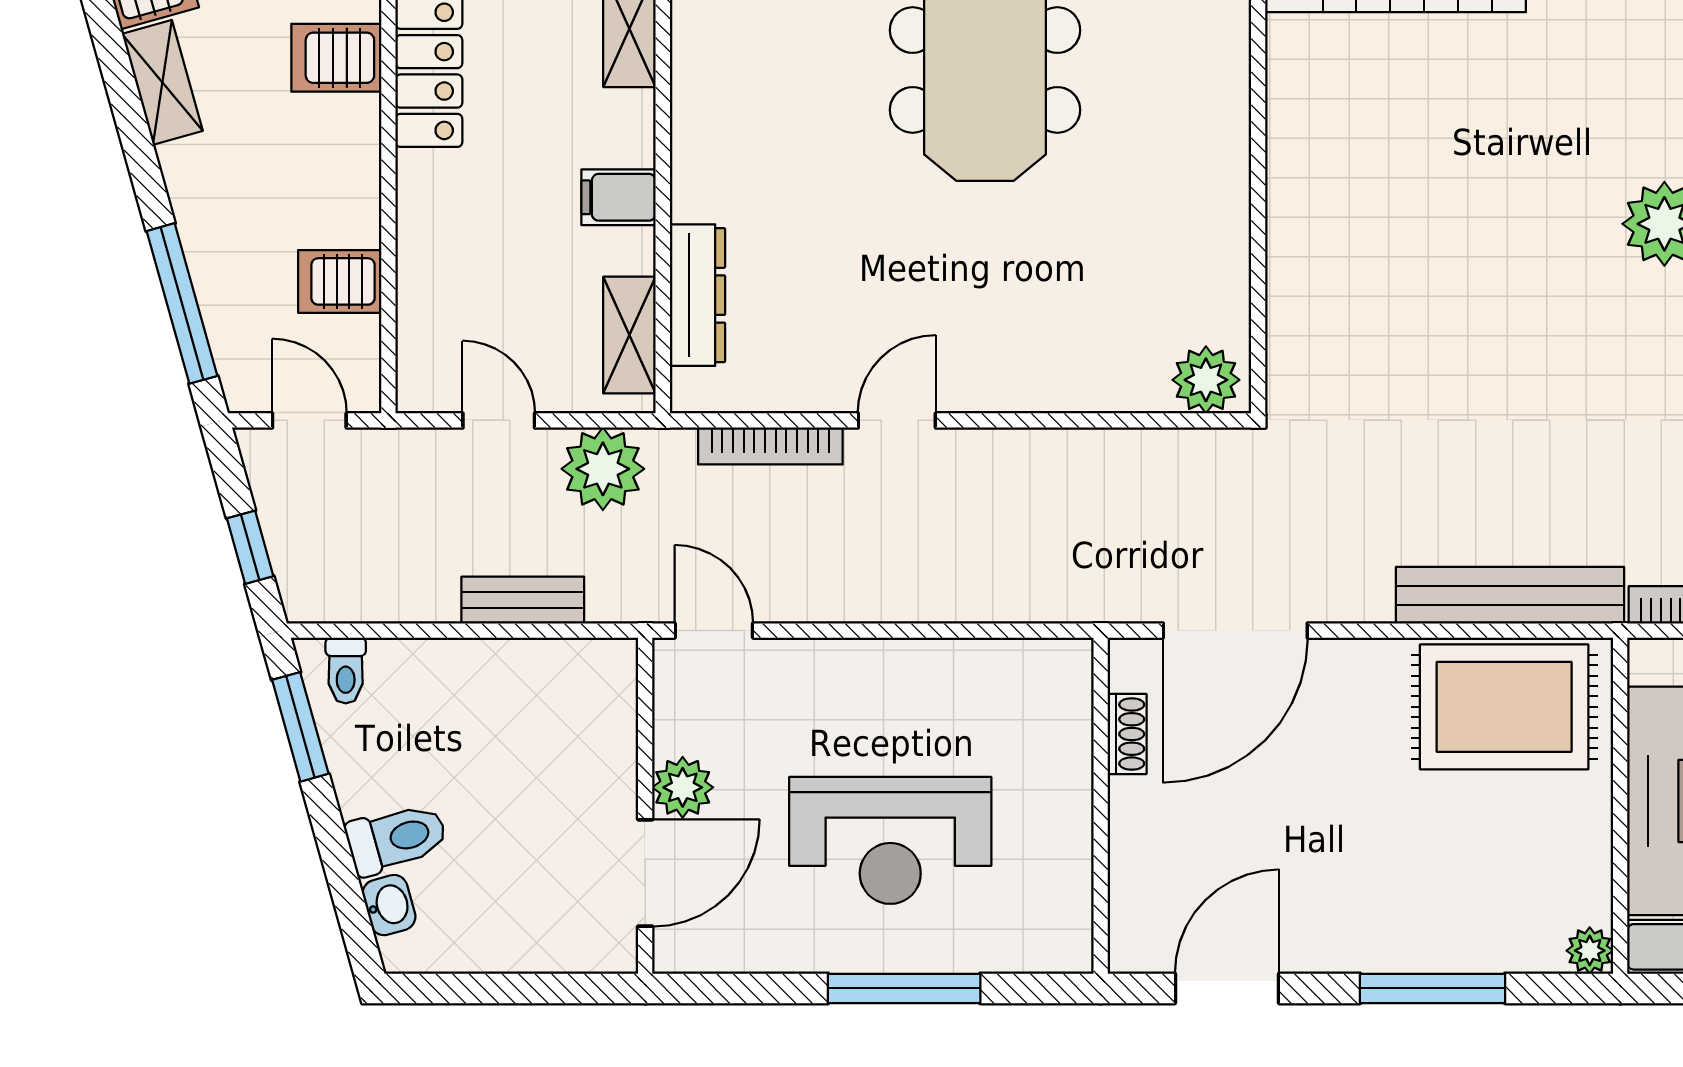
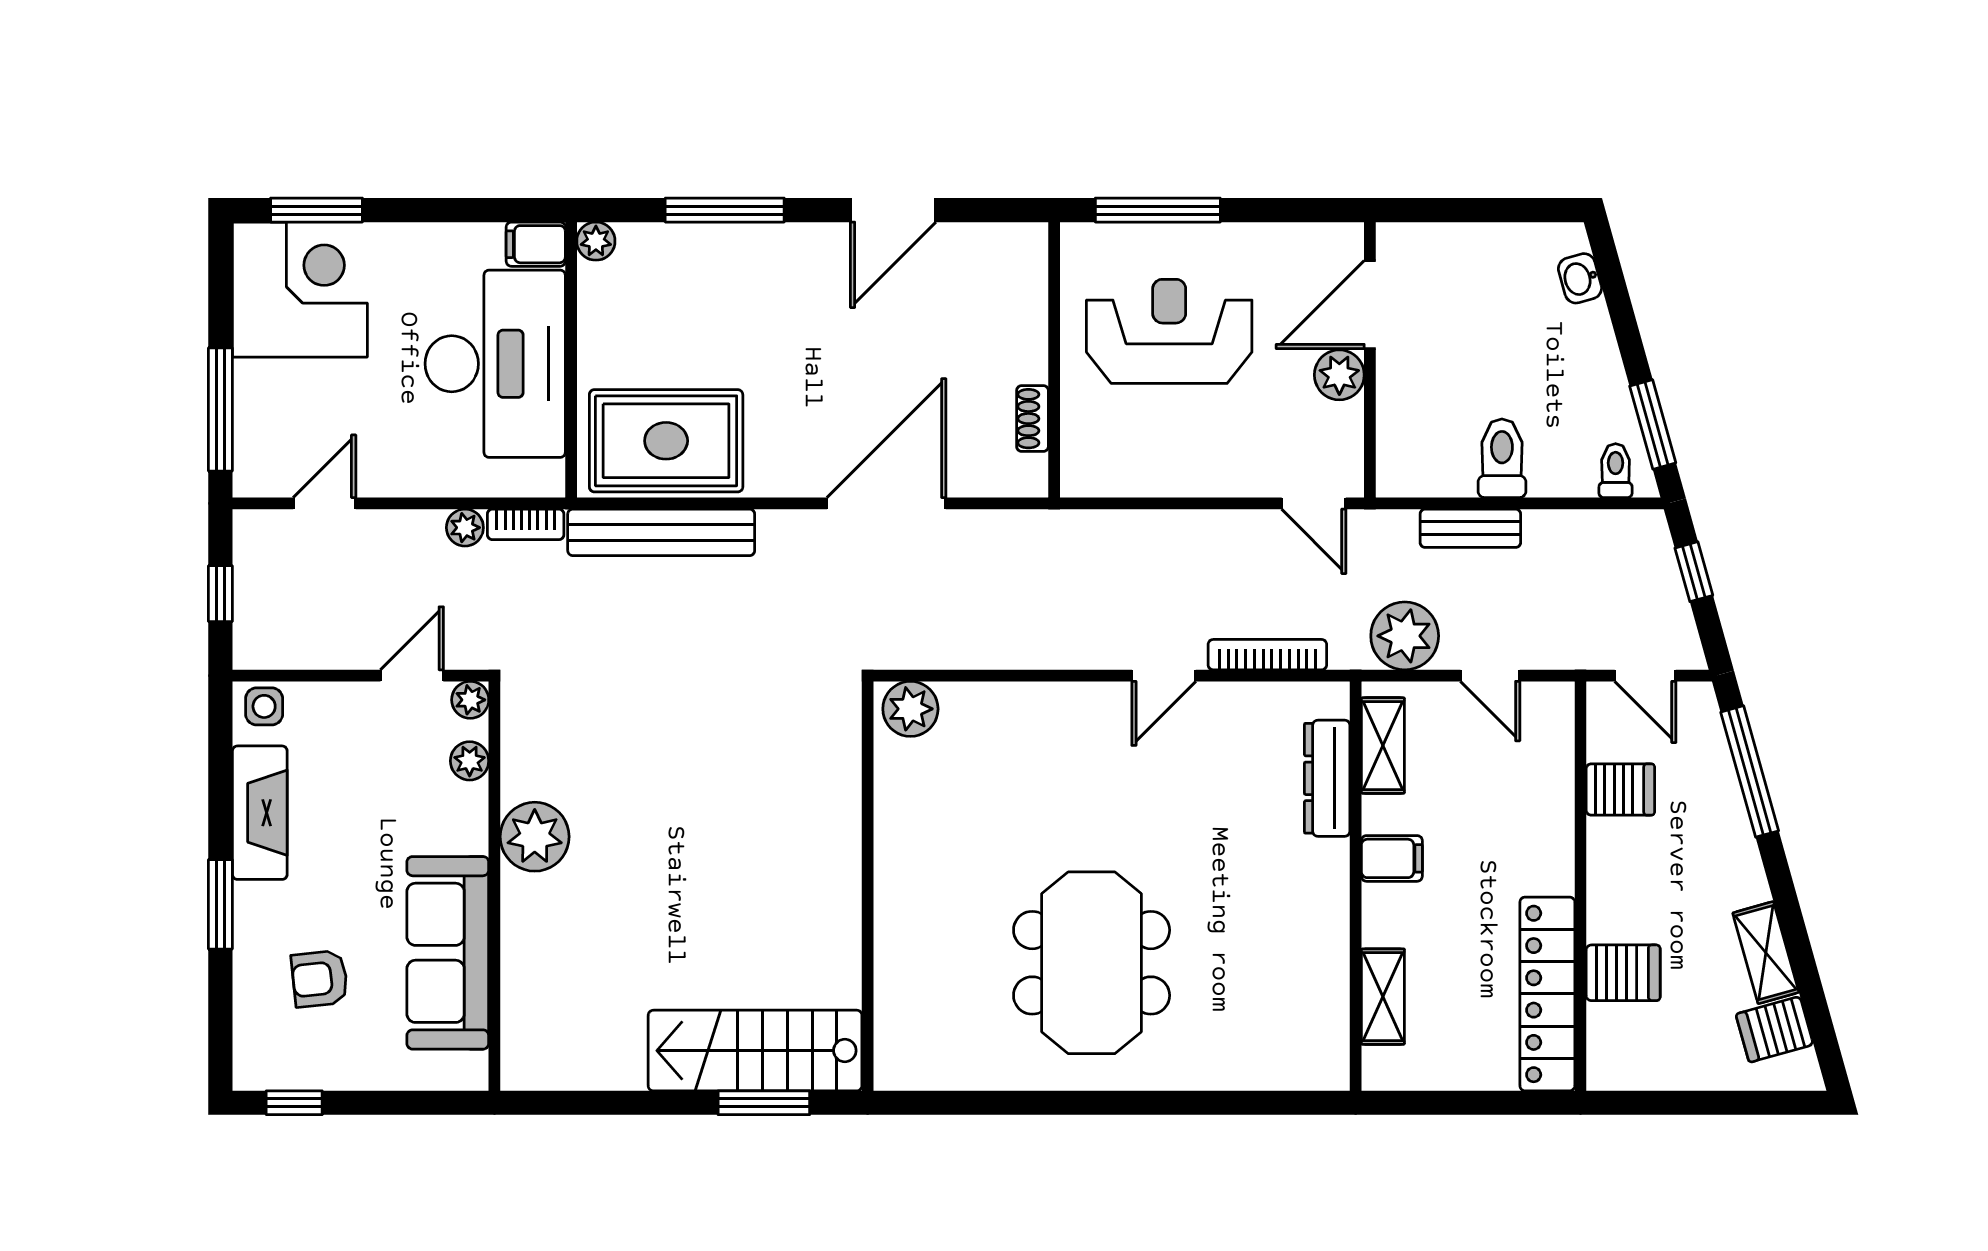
shoe rack: (1127, 734) -> (1033, 419), moved
wall: (1101, 806) -> (1054, 360), moved
toilet: (397, 839) -> (1502, 458), moved, turned 106

